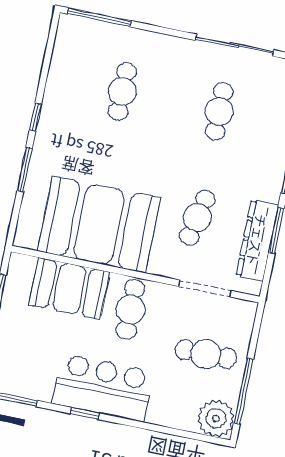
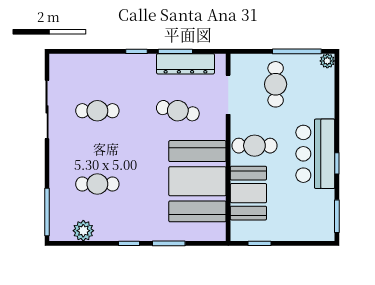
plant: (64, 60) -> (83, 231), added
plant: (216, 418) -> (327, 61), width x0.53, depth x0.53

